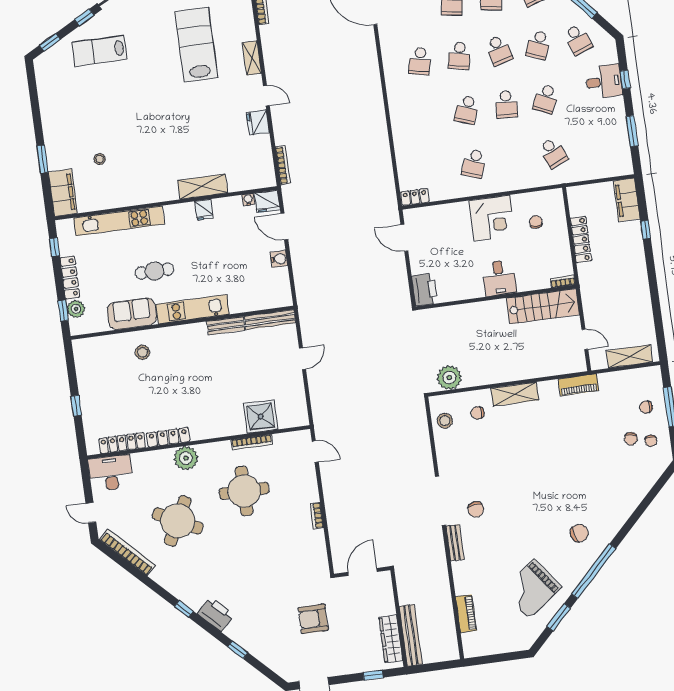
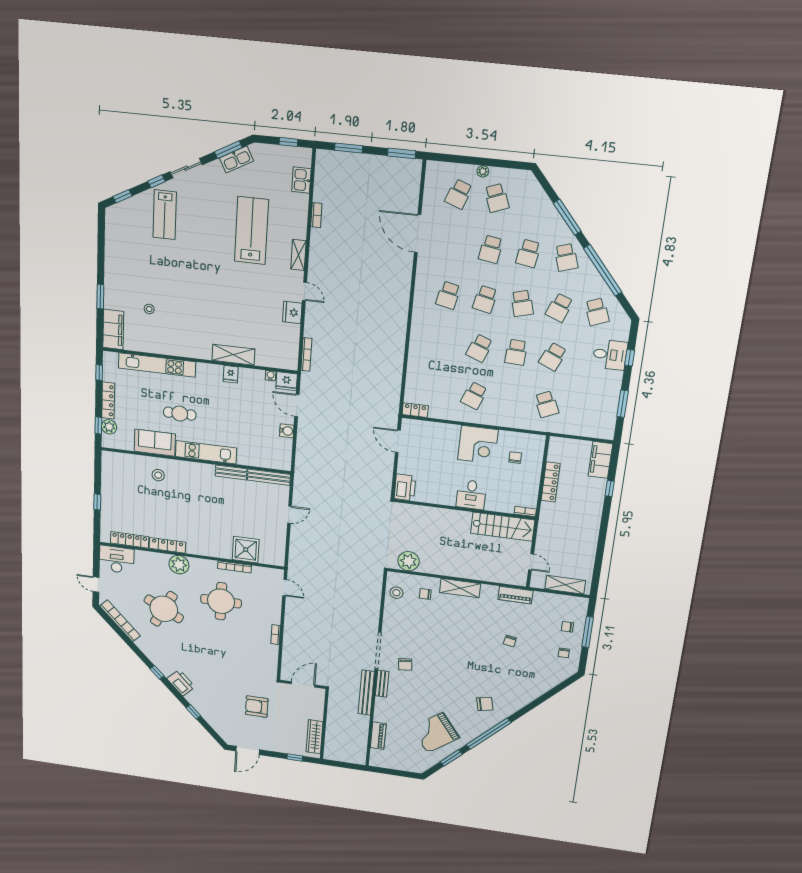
lab bench: (99, 51) -> (165, 215), turned -90
chair: (631, 439) -> (510, 641), moved
bench: (411, 635) -> (366, 693), moved

